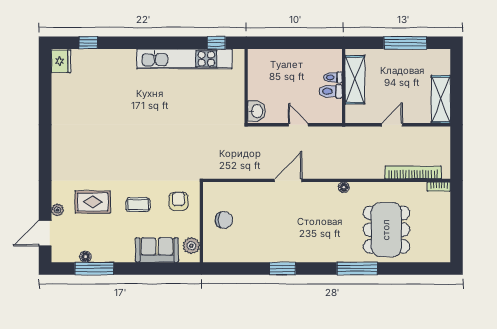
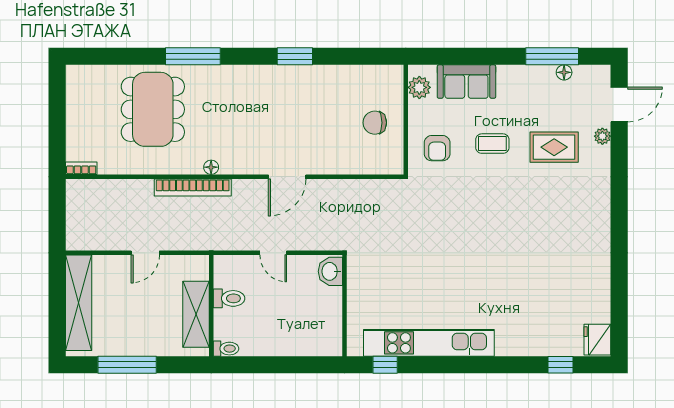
toilet: (333, 77) -> (226, 349), moved
shelving: (441, 99) -> (79, 303), width x1.47
bookcase: (413, 172) -> (193, 187), moved

